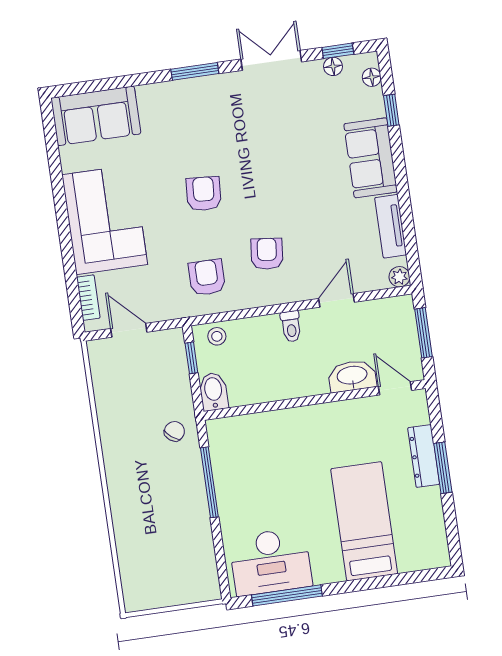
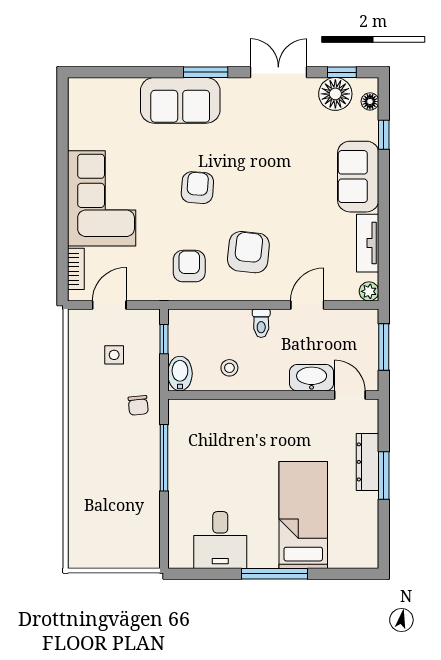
floor lamp: (333, 66) -> (335, 94), width x1.89, depth x1.89
sofa: (96, 116) -> (180, 100), moved
armchair: (267, 254) -> (248, 252), width x1.38, depth x1.38
door: (129, 330) -> (109, 305), hinge flipped
stool: (217, 336) -> (229, 368), moved
side table: (141, 382) -> (114, 355), added
chair: (174, 431) -> (138, 405), turned 136
desk: (271, 562) -> (220, 540), width x0.73
window: (287, 595) -> (275, 574), moved

